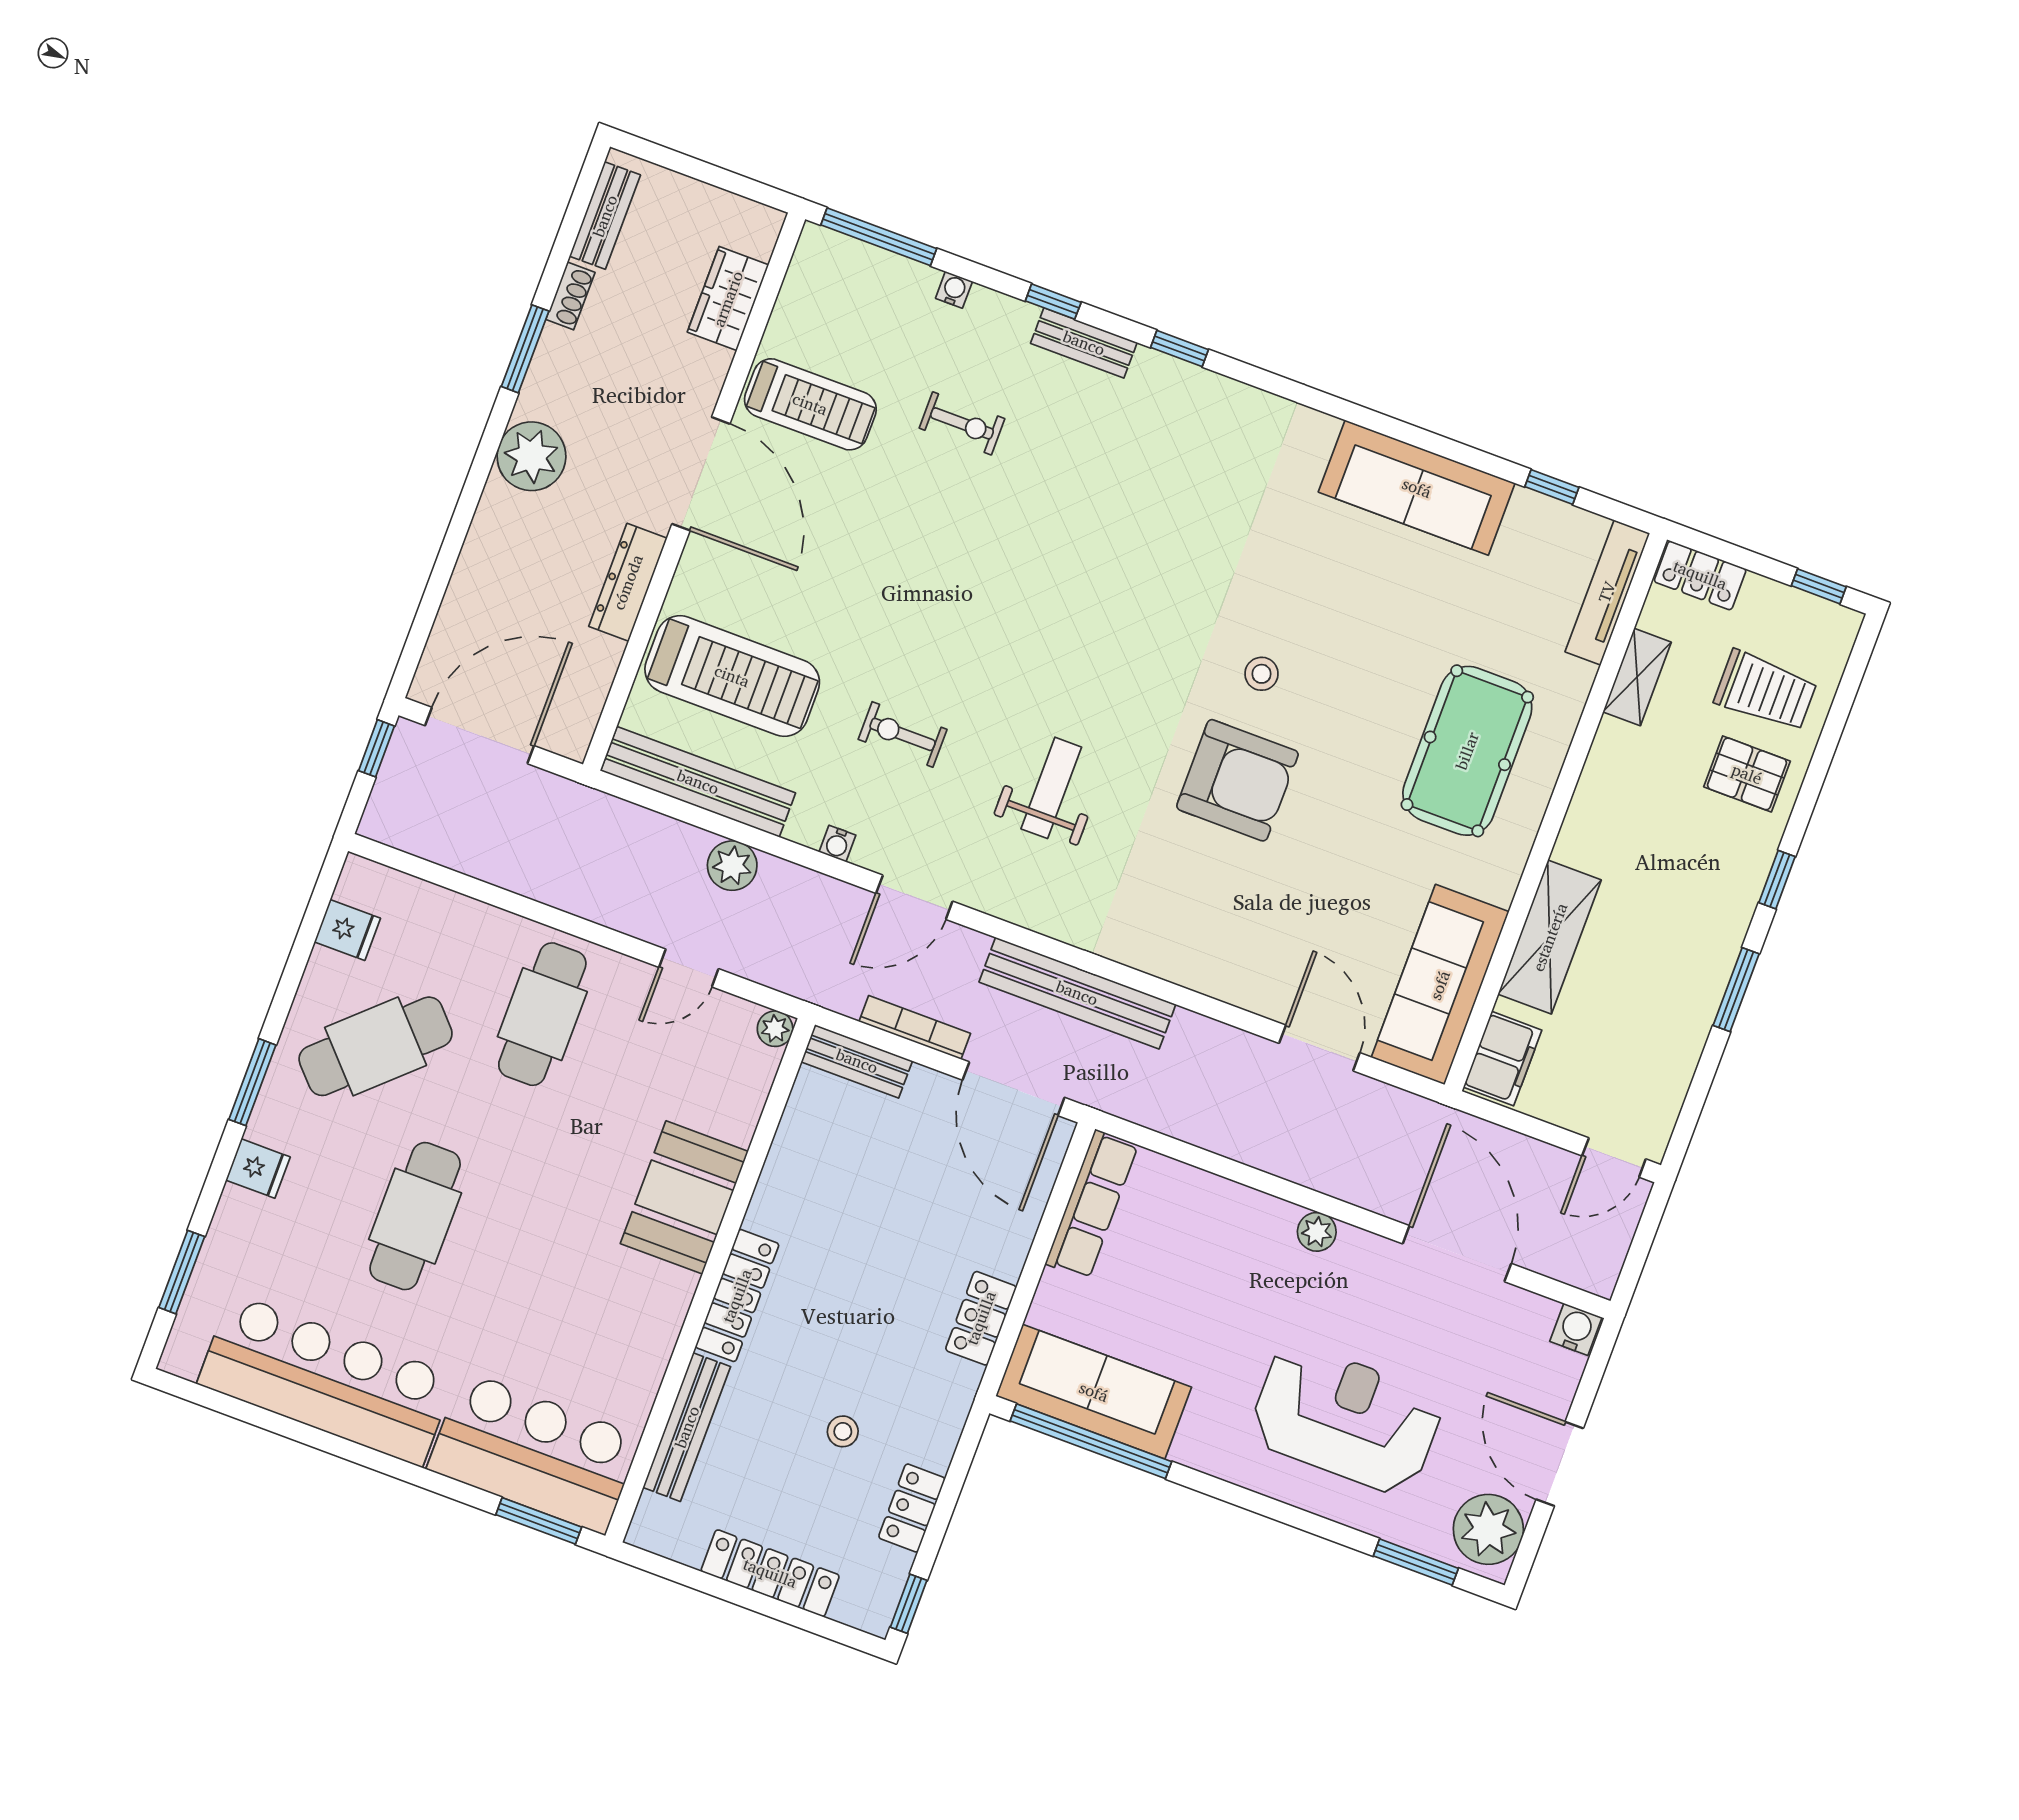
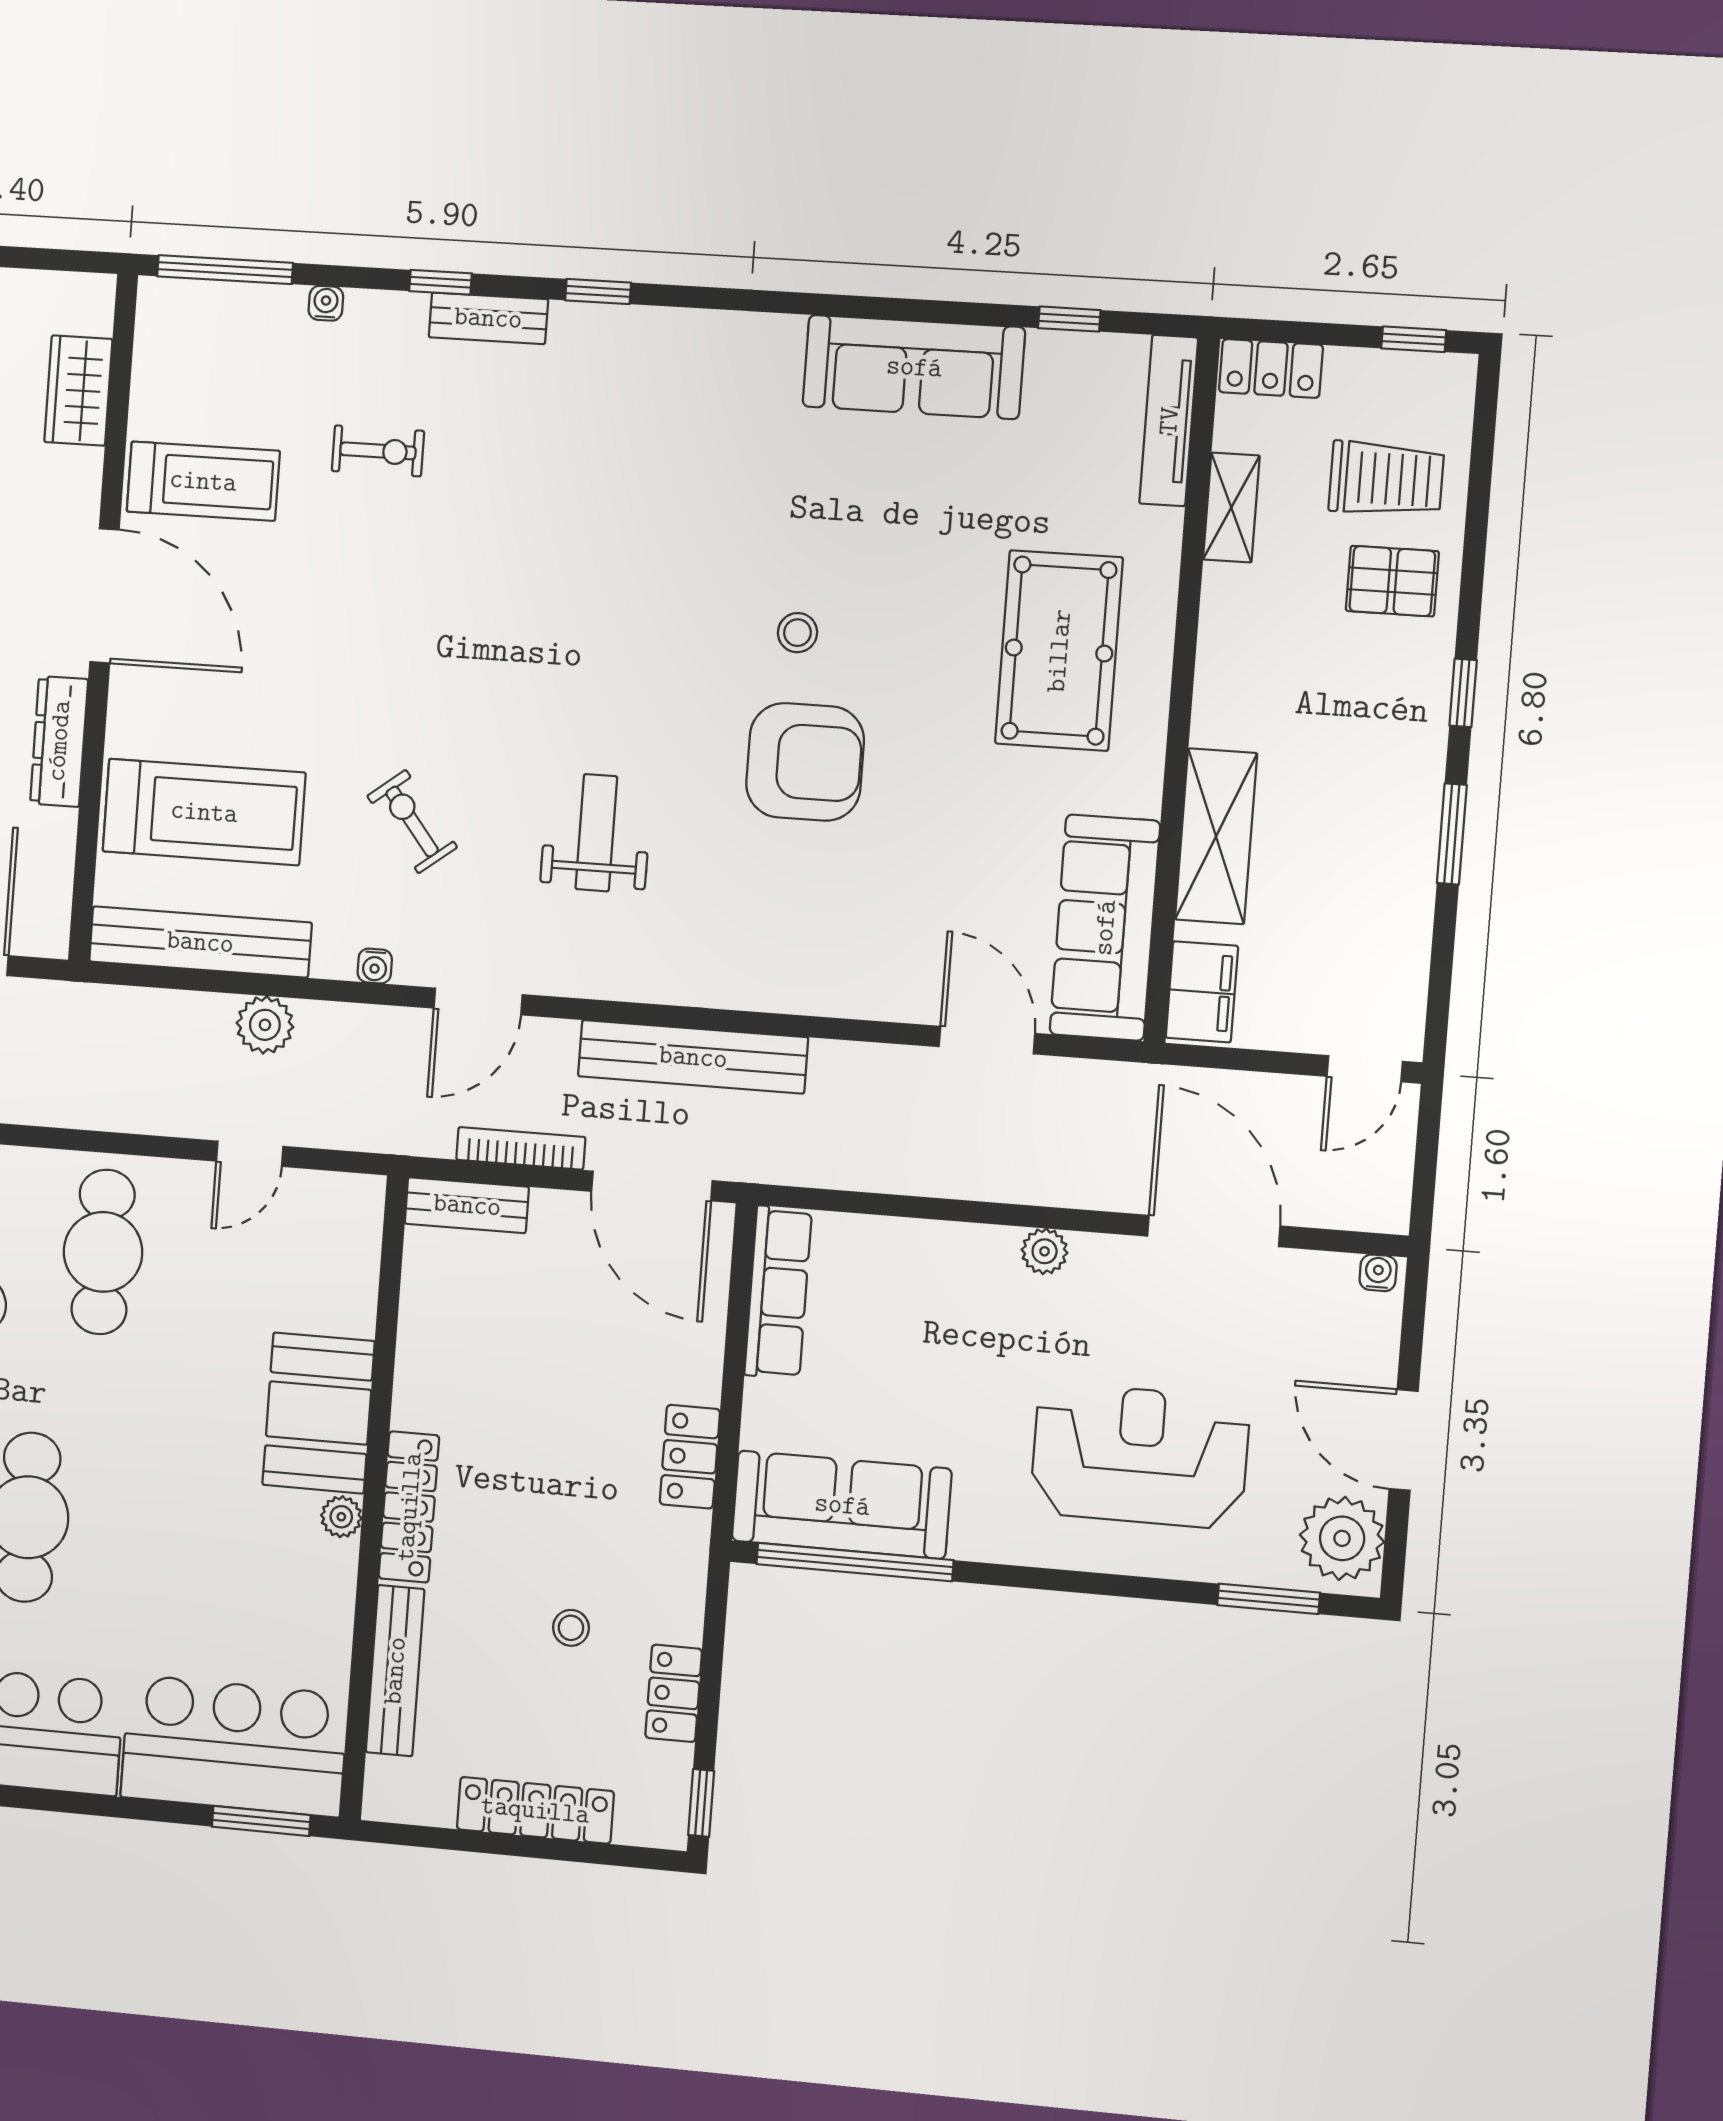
exercise bike: (903, 734) -> (412, 822), turned 52
plant: (775, 1029) -> (341, 1517), moved
water cooler: (1576, 1329) -> (1378, 1273), width x0.72, depth x0.72

